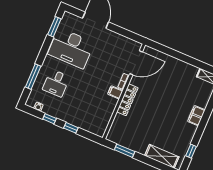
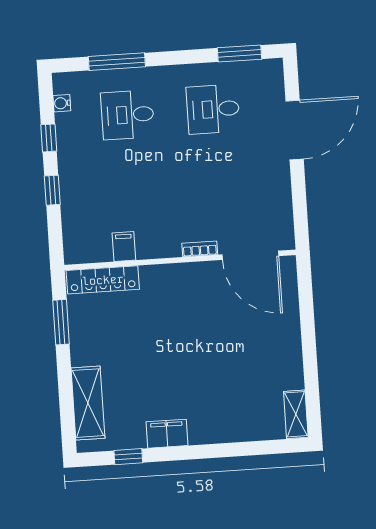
desk: (71, 48) -> (213, 109), width x0.53, depth x0.77
filing cabinet: (115, 92) -> (124, 247), moved
locker: (127, 100) -> (103, 280), moved
filing cabinet: (196, 116) -> (167, 434), moved

